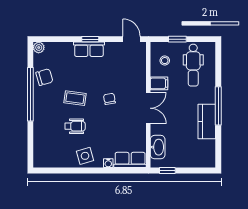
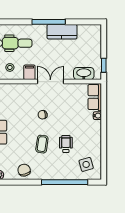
window: (30, 94) -> (65, 182), moved
side table: (85, 156) -> (86, 164), moved

